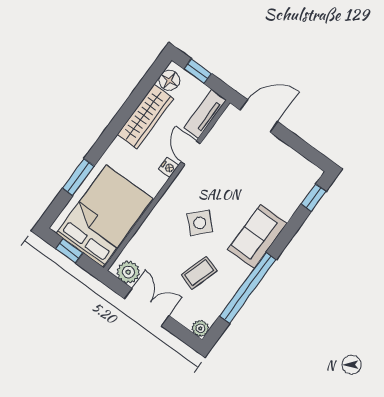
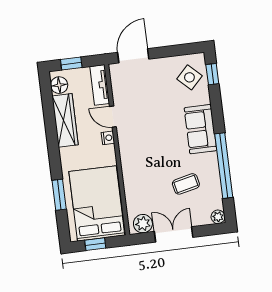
side table: (200, 223) -> (189, 77), moved
coffee table: (199, 273) -> (186, 184), turned 59

